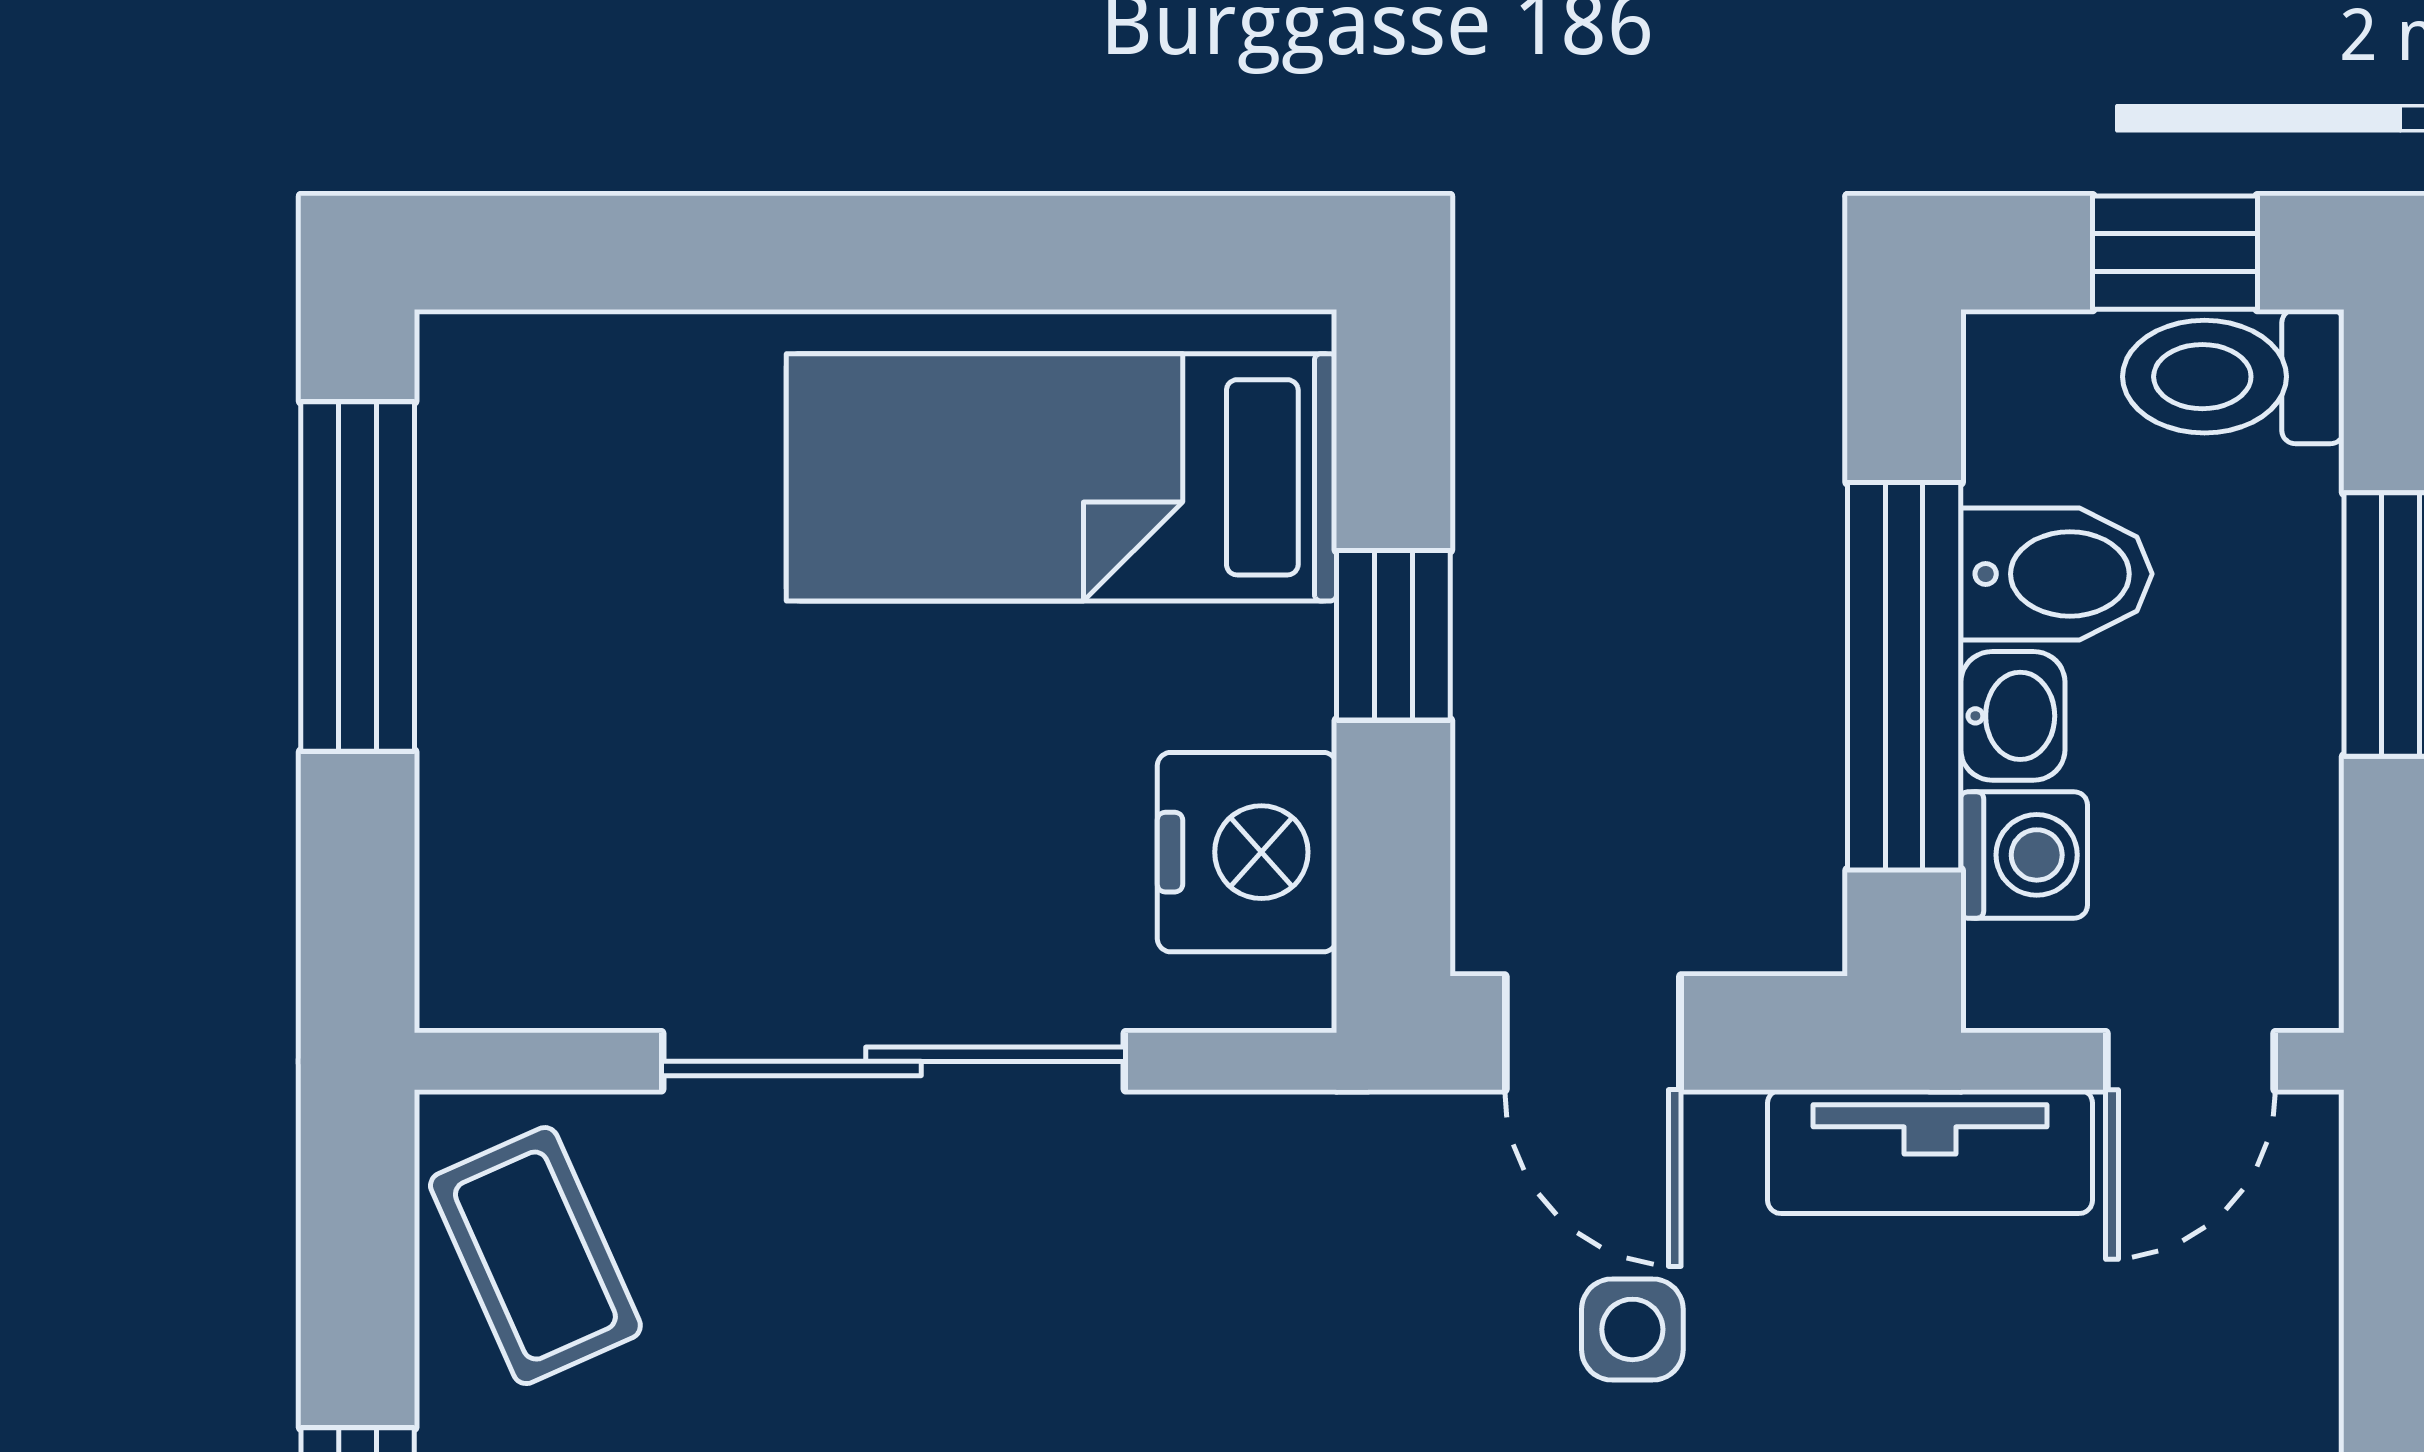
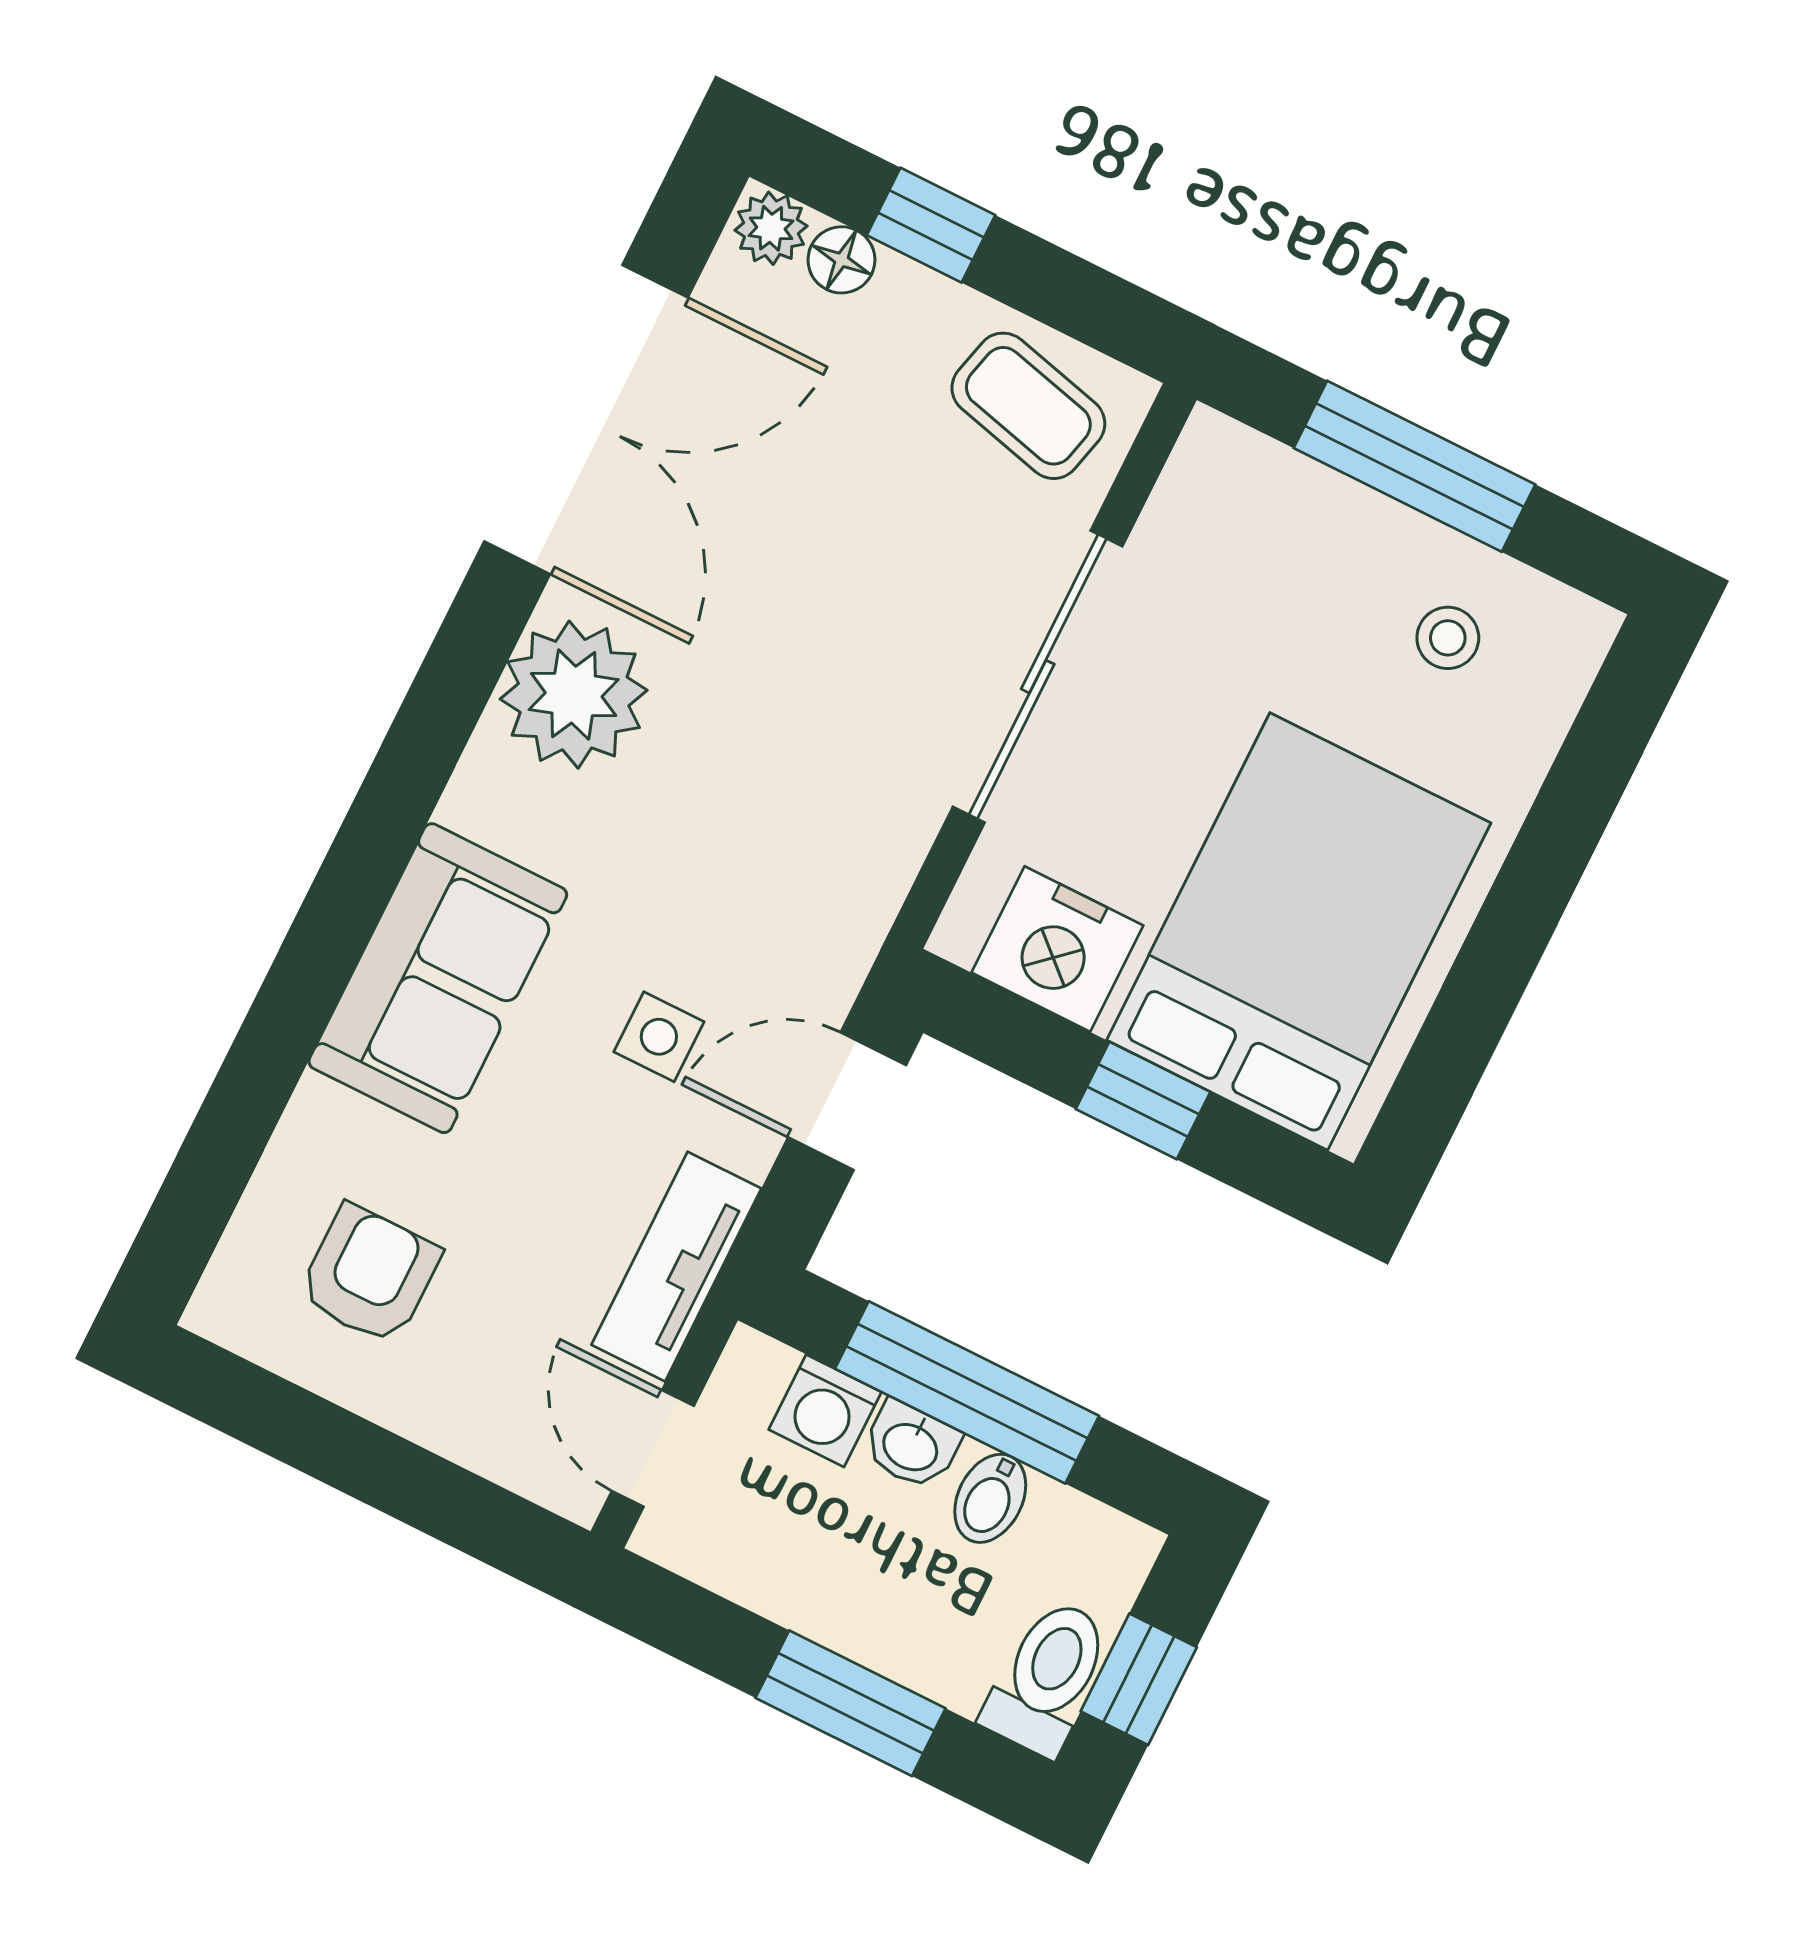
bed: (1061, 477) -> (1299, 932), width x1.50
stool: (566, 536) -> (1448, 638), added
bidet: (2056, 574) -> (990, 1498), width x0.72, depth x0.74
window: (358, 576) -> (1414, 466), moved
coffee table: (535, 1256) -> (1028, 406), turned 38

